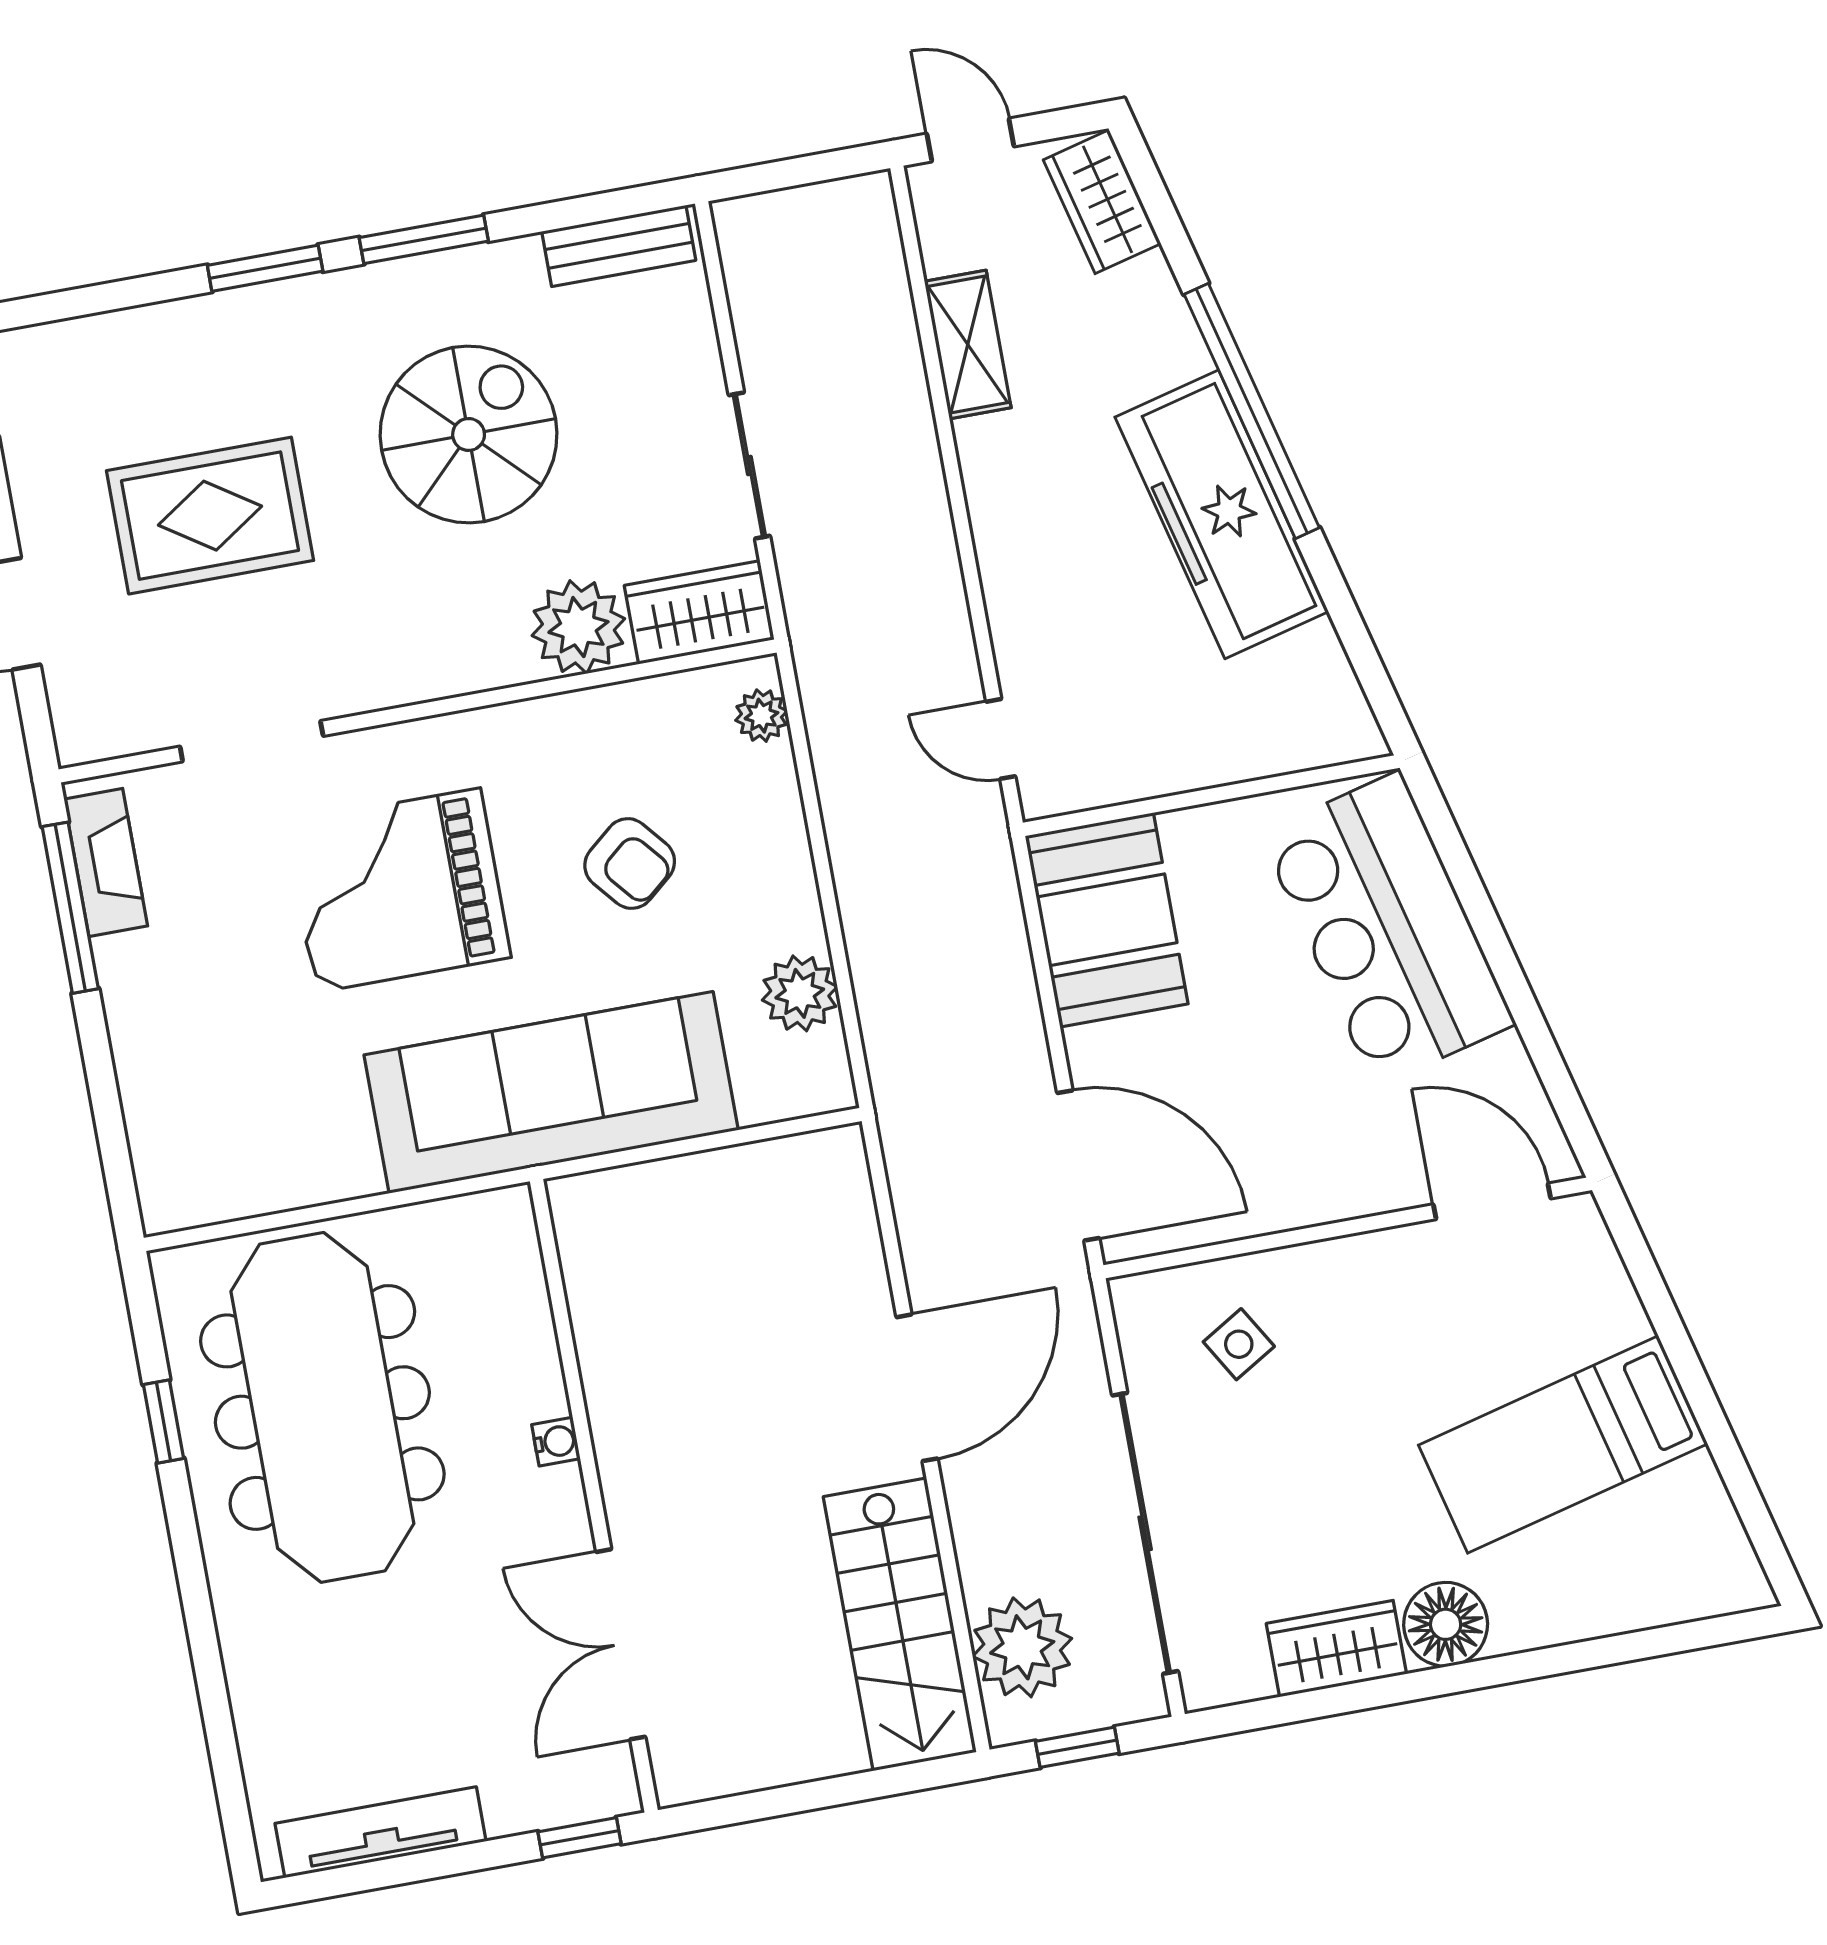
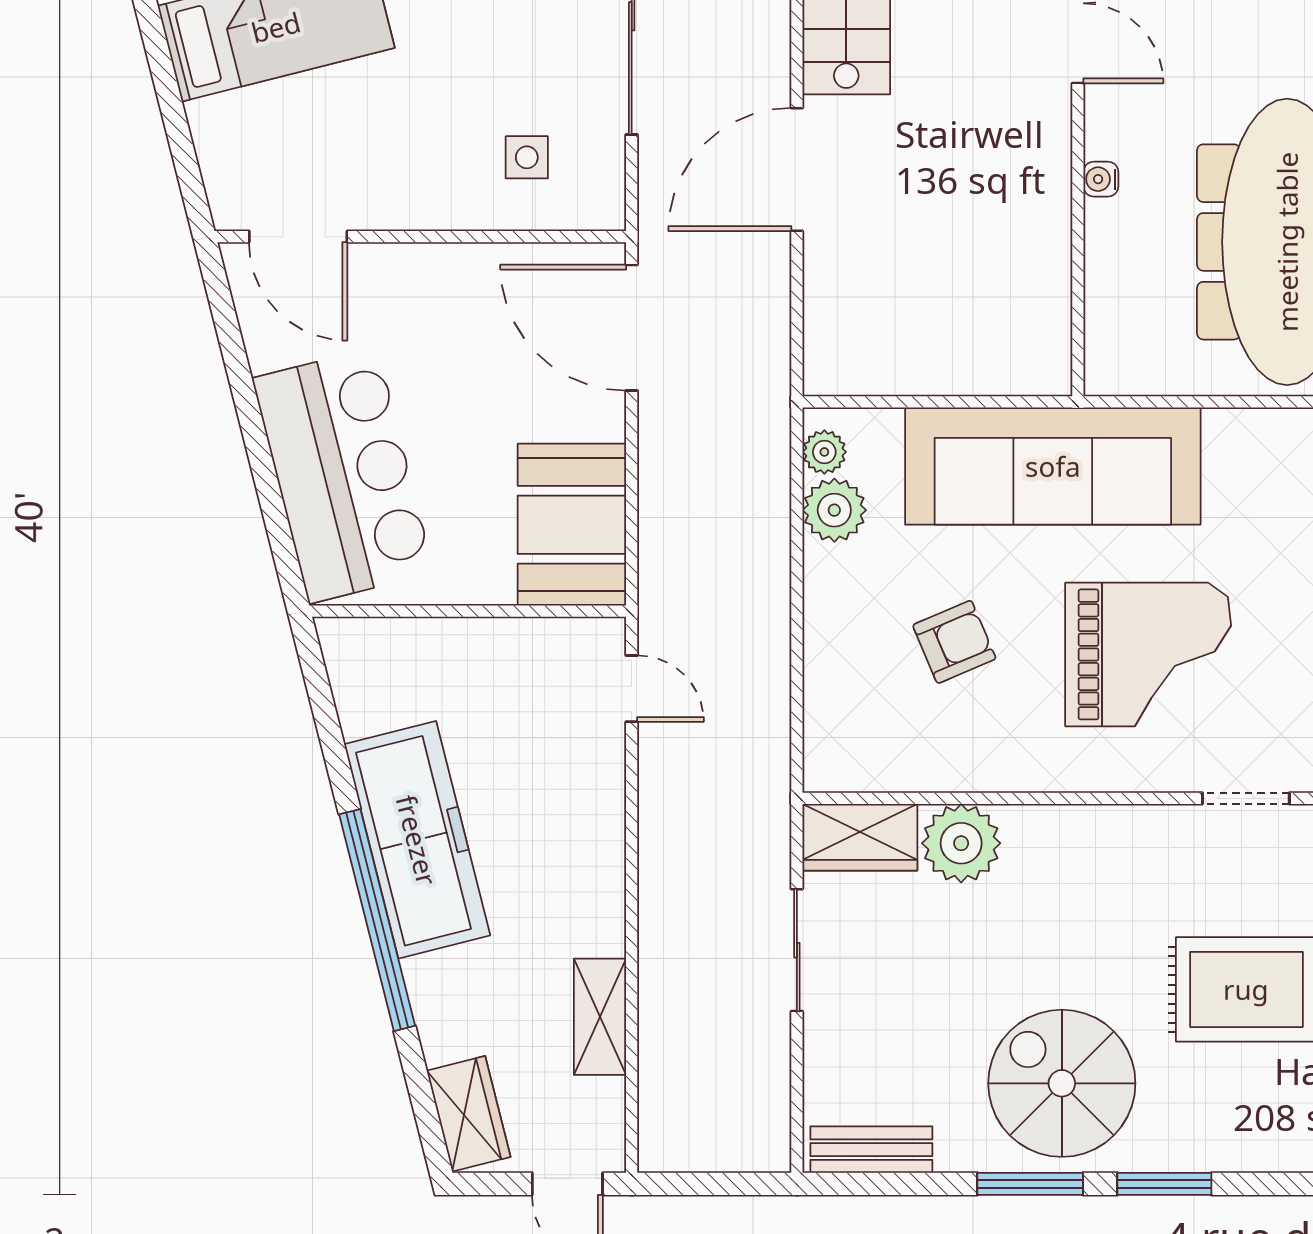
spiral stairs: (469, 434) -> (1062, 1083), moved, turned 90
plant: (761, 716) -> (824, 452), moved
doorway: (252, 741) -> (1246, 798), width x0.73
armchair: (630, 864) -> (954, 642), turned 107
side table: (1239, 1344) -> (527, 157), turned 31

